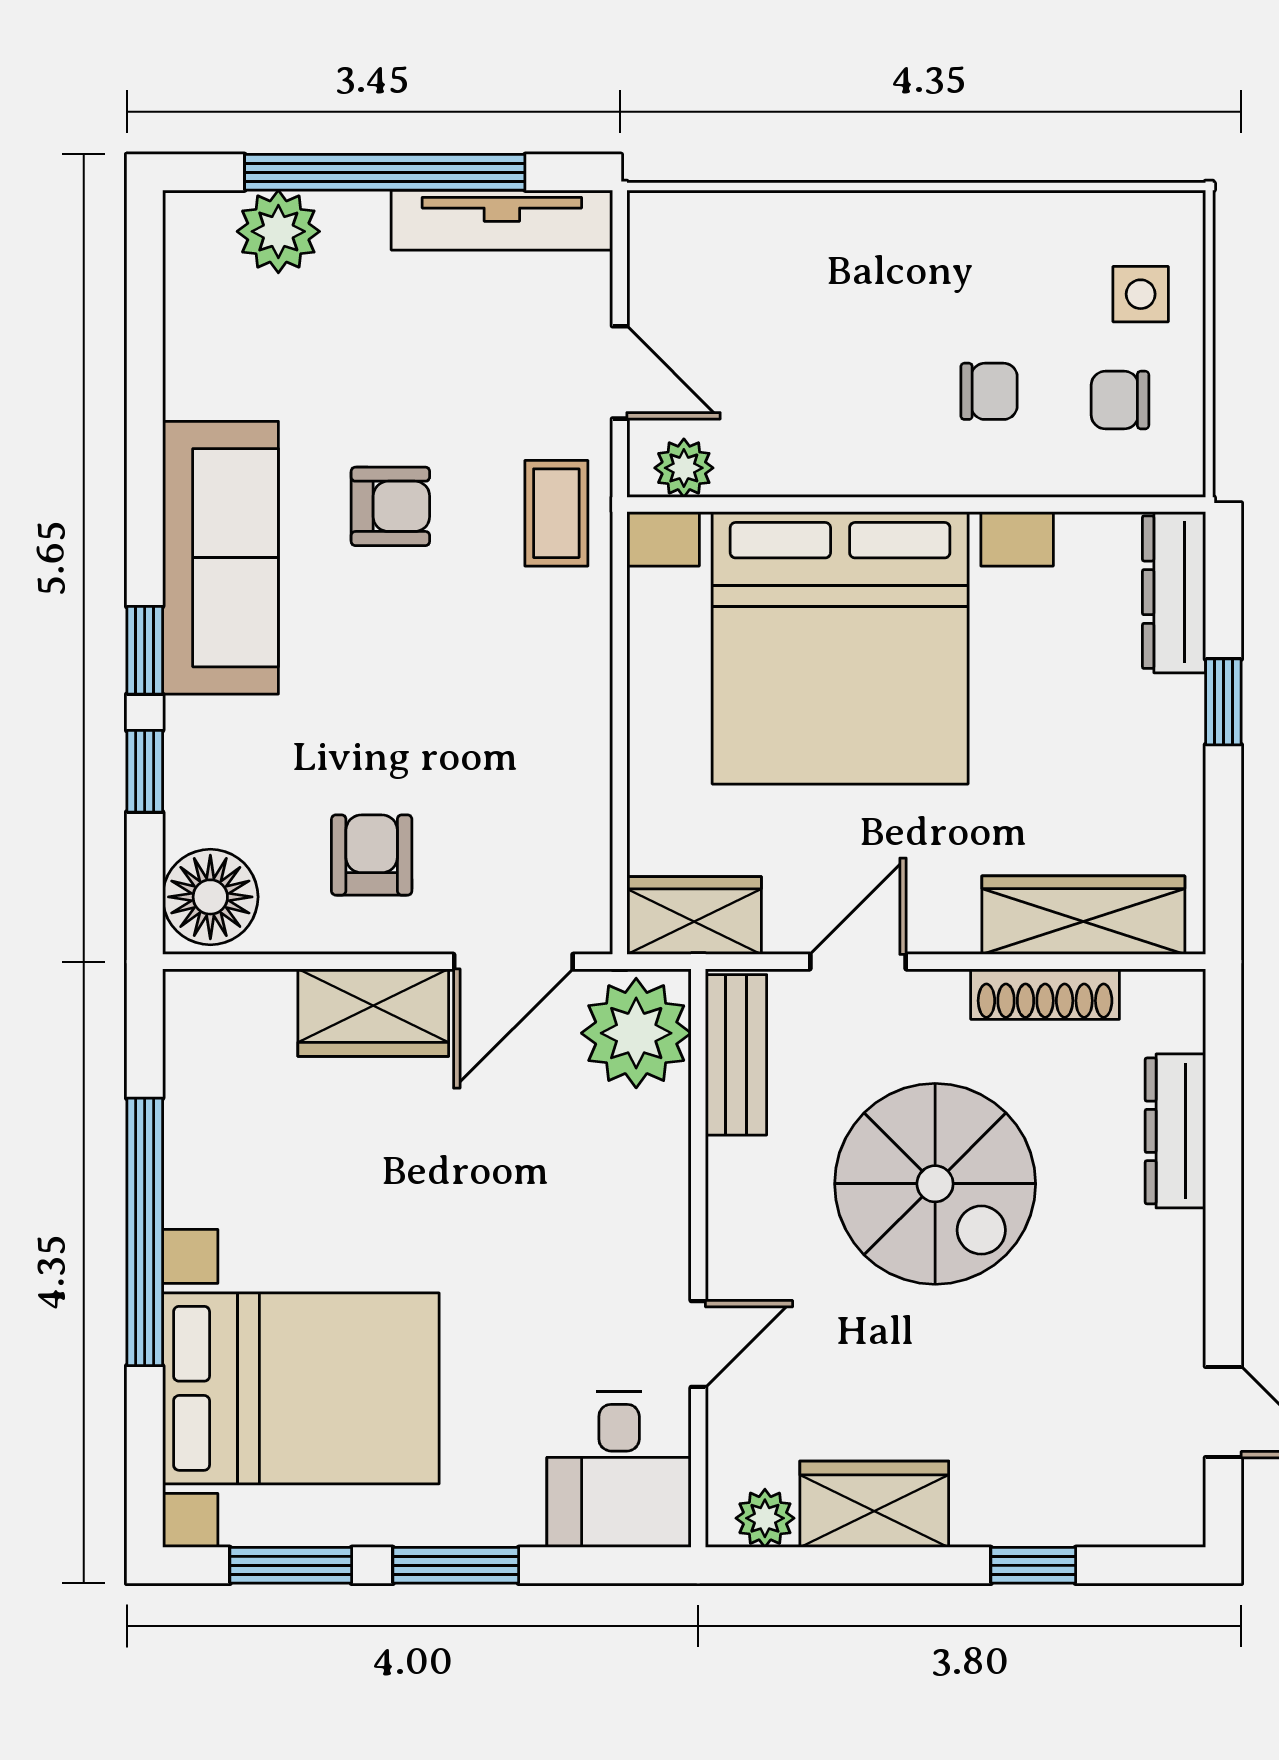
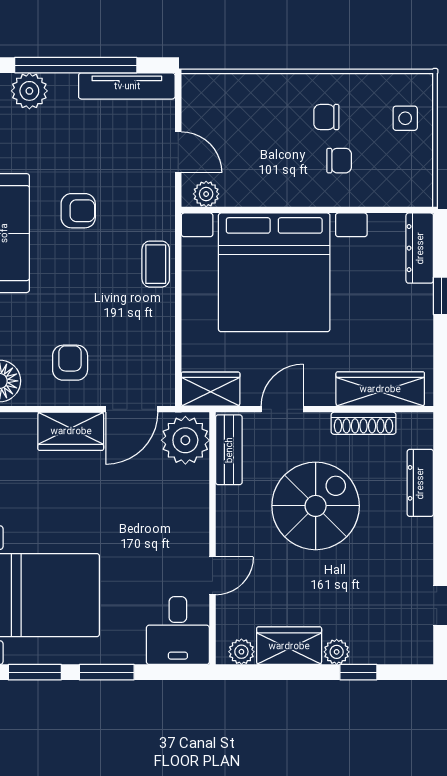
chair: (1120, 400) -> (326, 117), moved
coffee table: (556, 513) -> (156, 264), moved
spiral stairs: (935, 1184) -> (316, 506), turned -90
plant: (983, 1519) -> (337, 652), added

